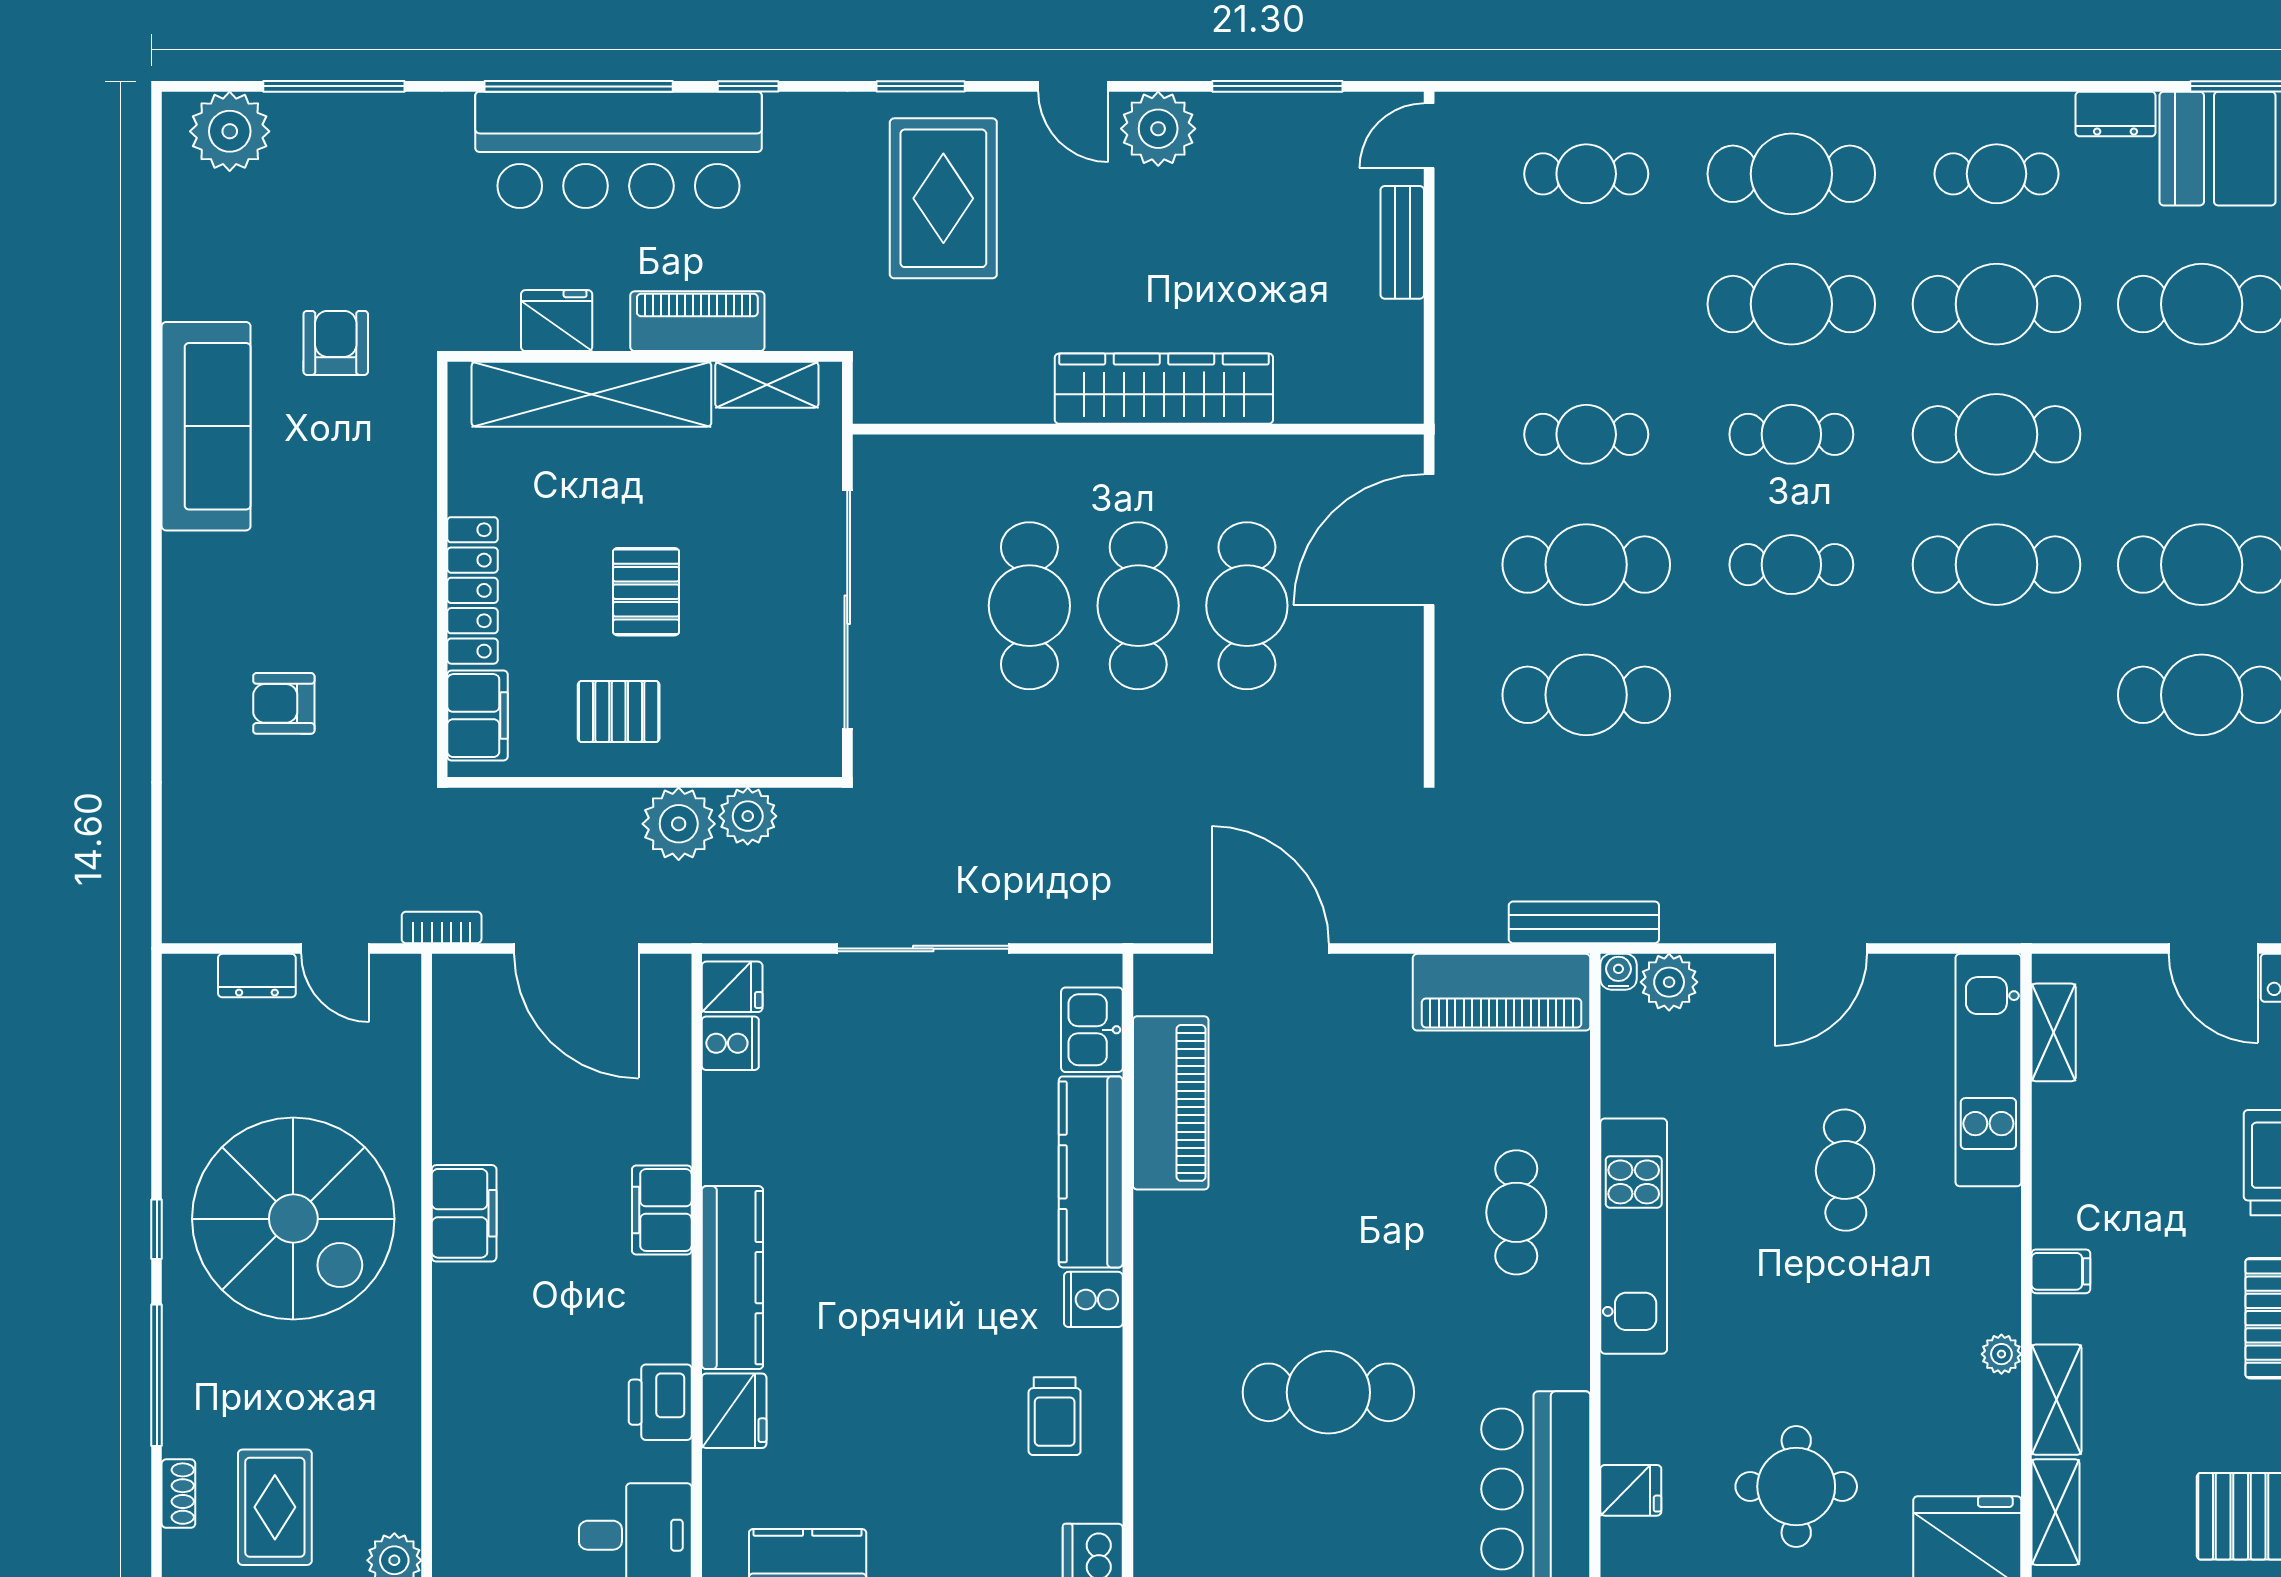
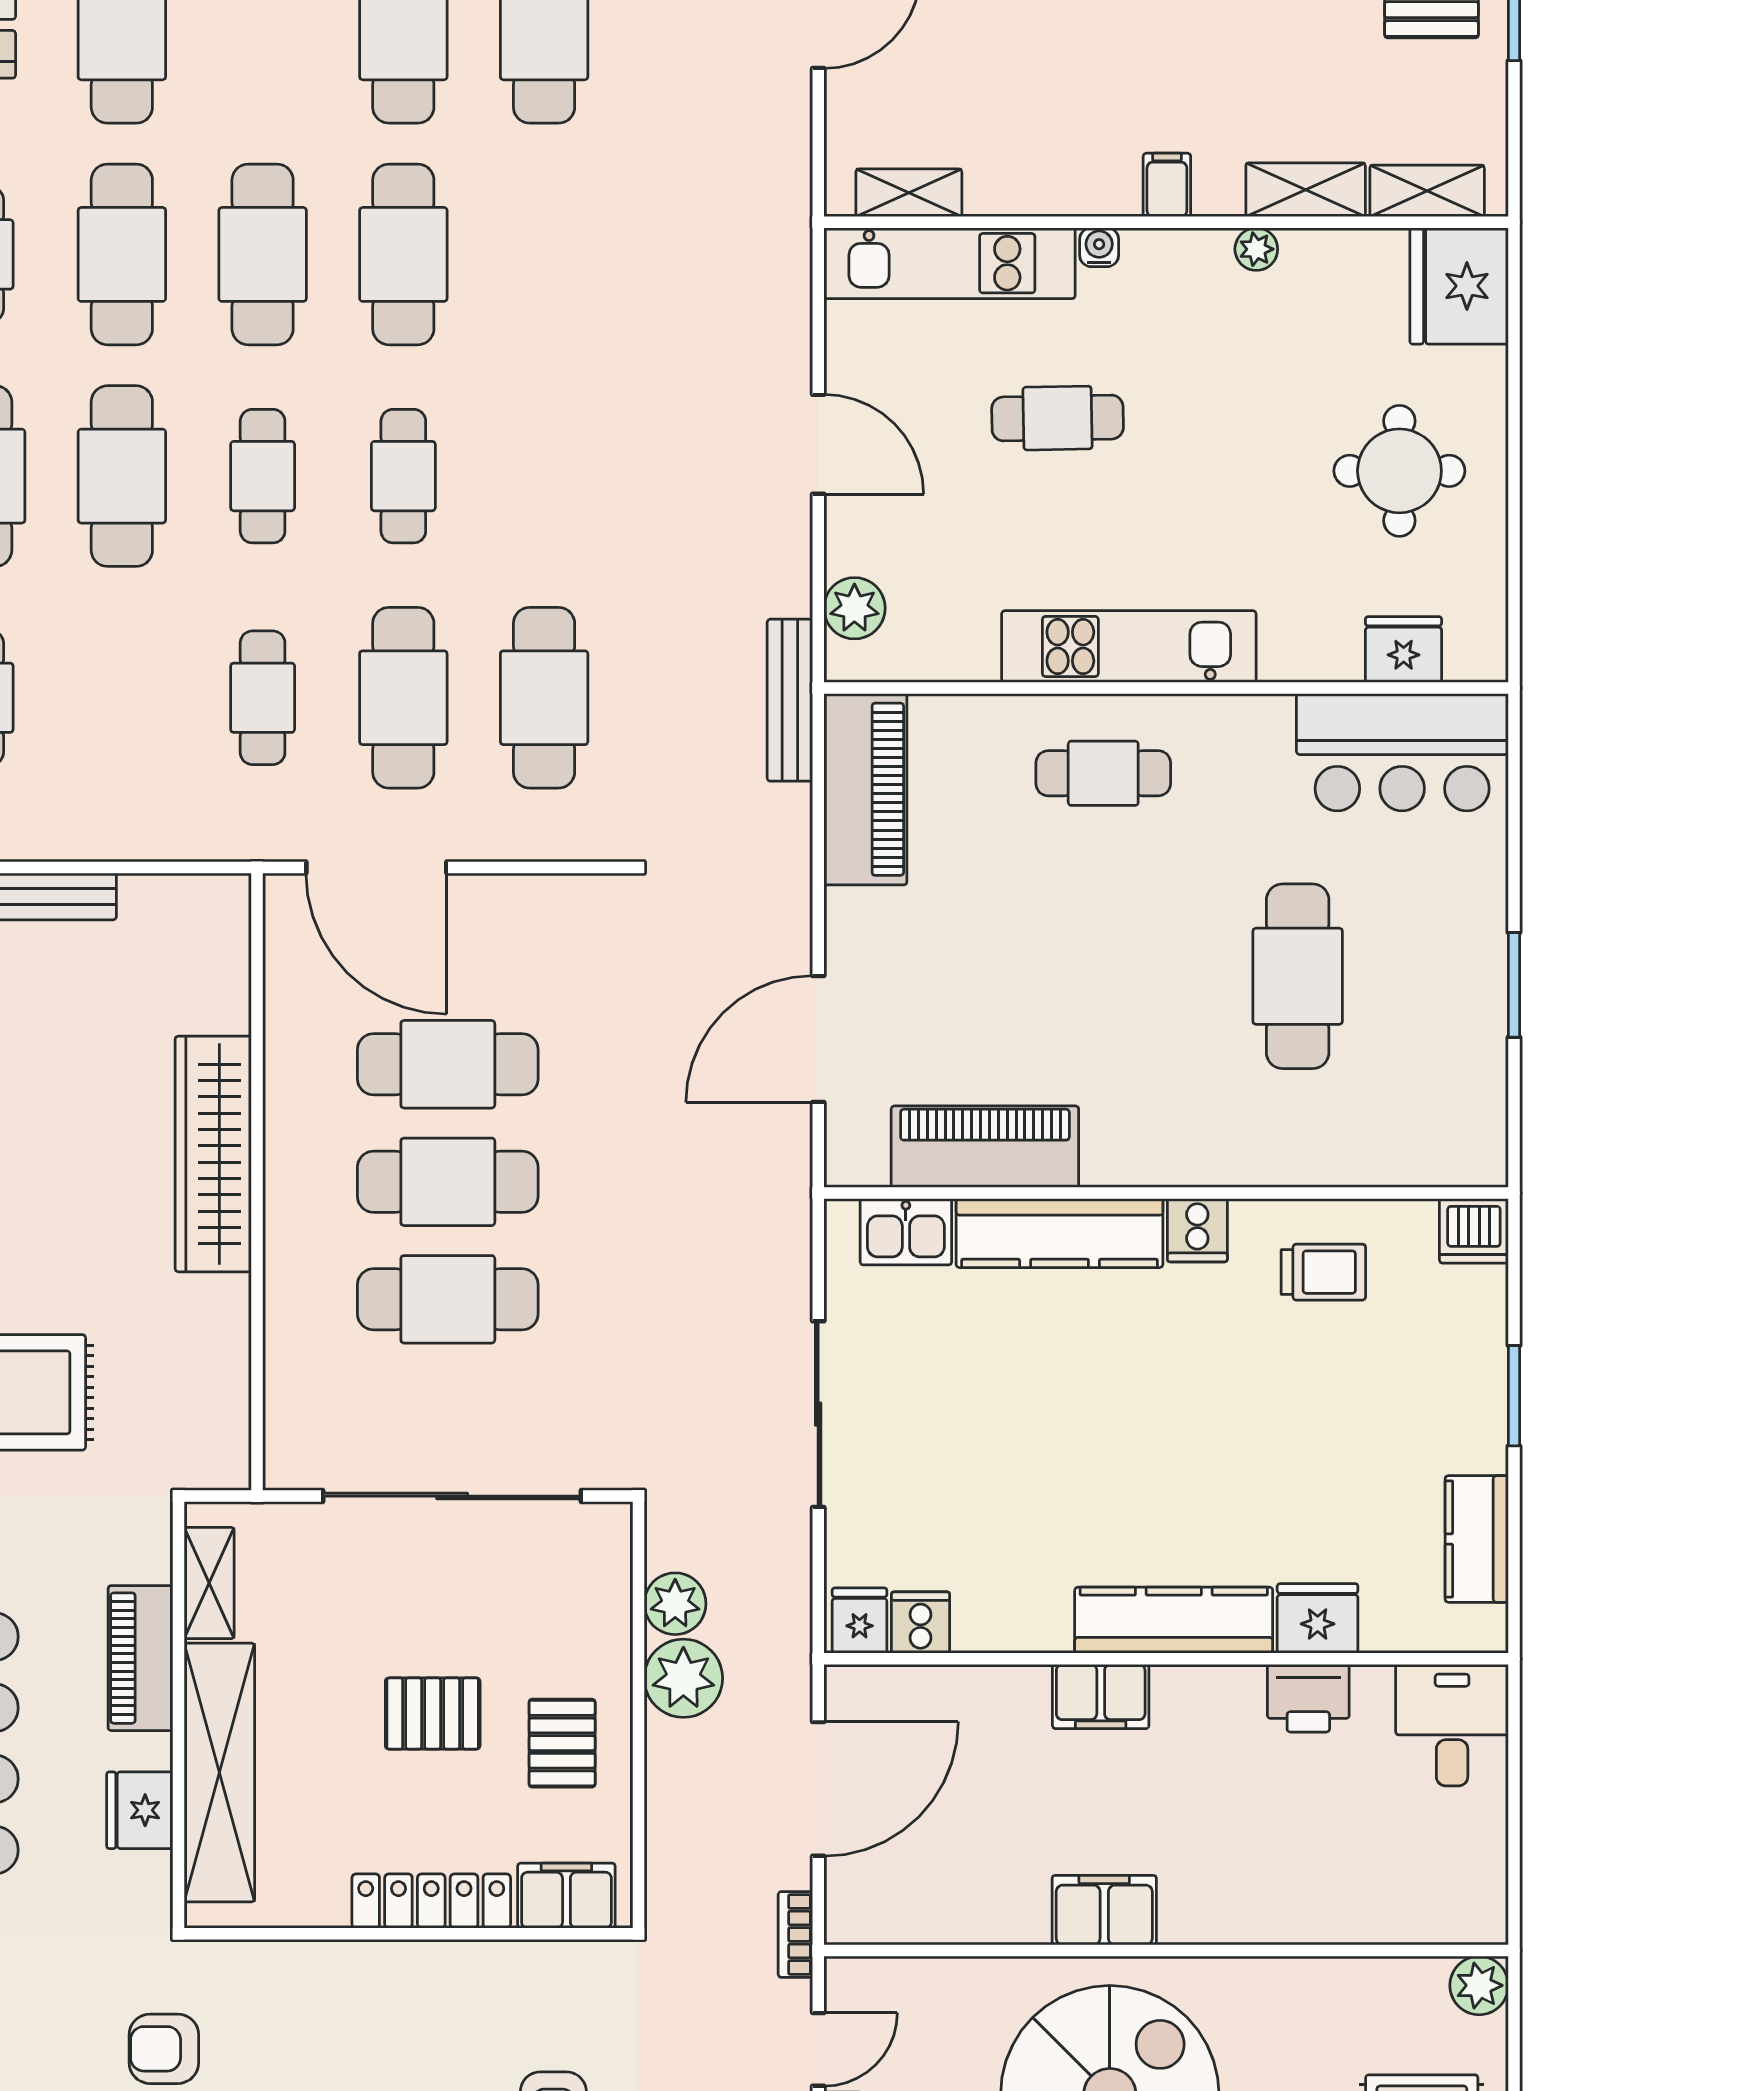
water cooler: (1618, 972) -> (1099, 247), moved, turned 90
fridge: (1631, 1490) -> (1404, 650), width x1.38

